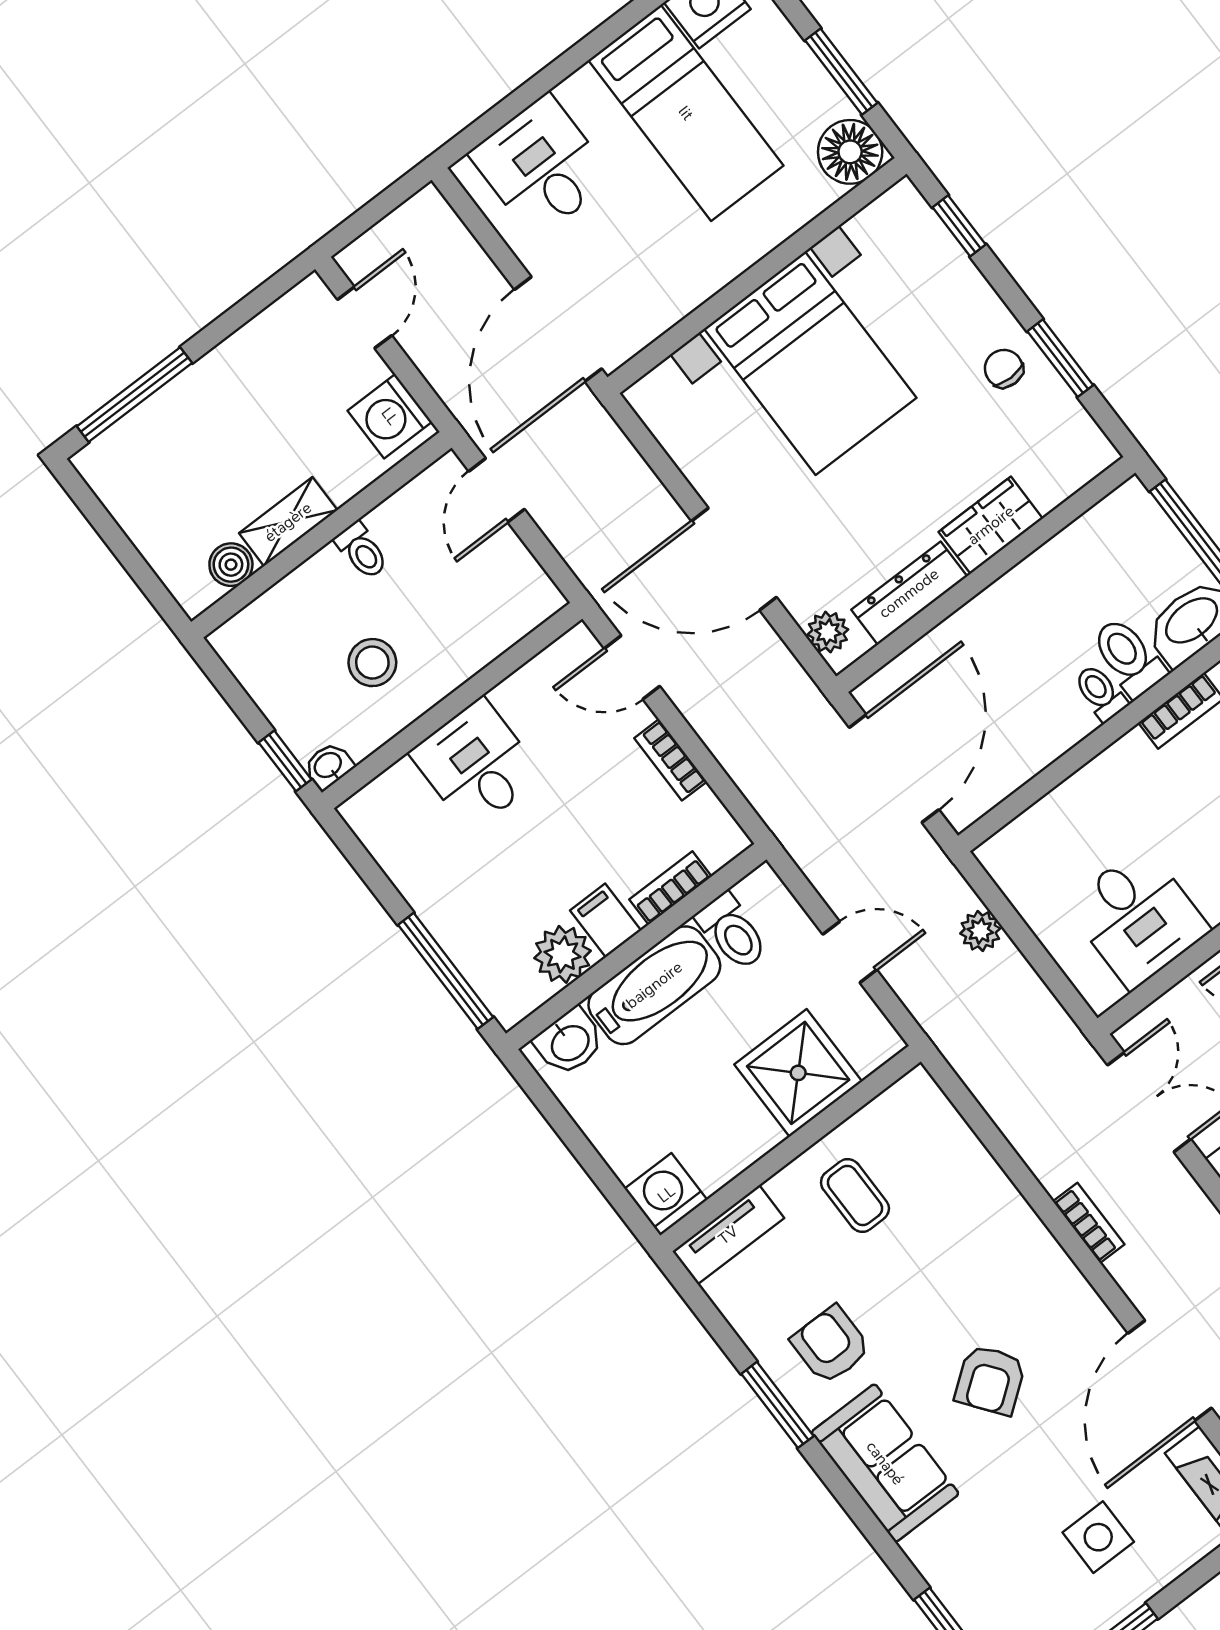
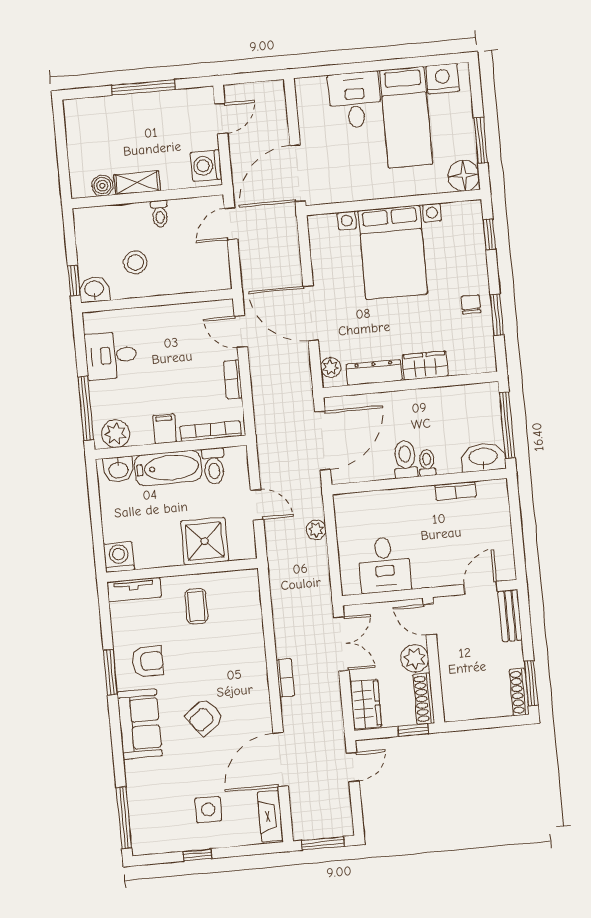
desk: (541, 166) -> (355, 100), moved
window: (134, 395) -> (143, 87), moved
toilet: (1128, 657) -> (405, 459), moved
desk: (476, 764) -> (111, 355), moved, turned -90
washbasin: (328, 766) -> (94, 289), width x1.38, depth x1.45
bookcase: (670, 888) -> (211, 431), width x1.56
plant: (563, 954) -> (116, 434), moved
armchair: (831, 1345) -> (148, 661), turned 90

